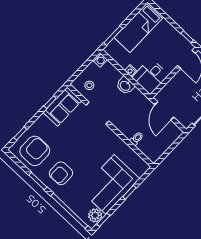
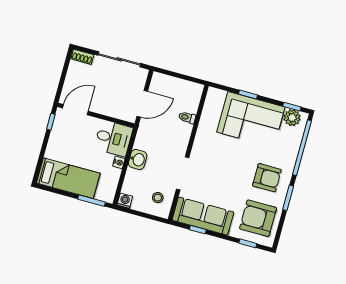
sofa: (62, 107) -> (203, 216), width x1.36

